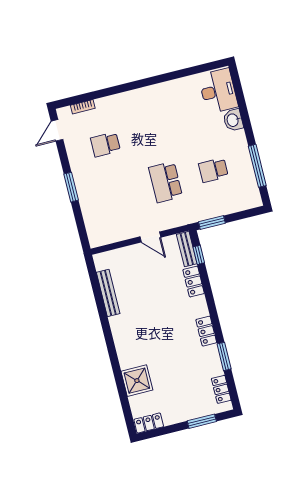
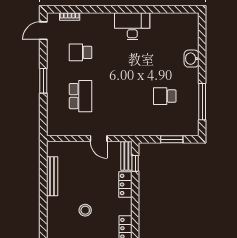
desk: (218, 91) -> (132, 26), moved, turned -90
school desk: (166, 182) -> (81, 96), moved, turned 180
window: (212, 223) -> (172, 139), moved
stool: (155, 322) -> (85, 210), added

